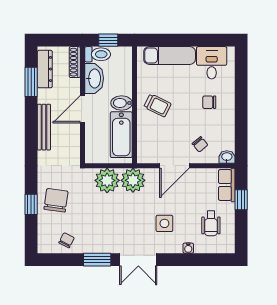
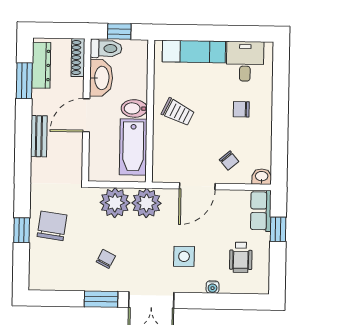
bench: (44, 127) -> (39, 136), width x0.73
chair: (67, 240) -> (106, 259), moved

